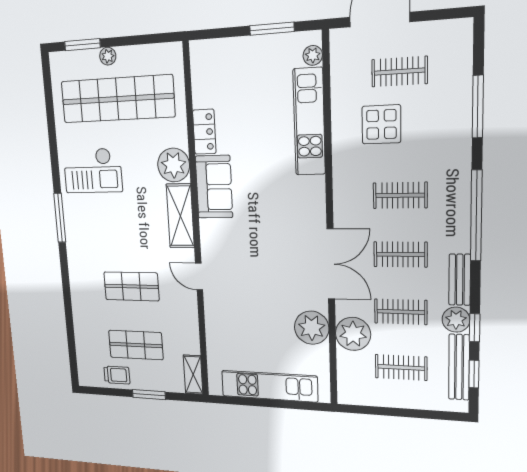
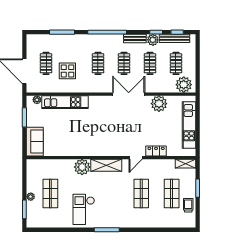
shop shelf: (117, 99) -> (50, 193), width x0.50, depth x0.74
locker: (204, 132) -> (156, 151), moved
checkout: (93, 171) -> (84, 209), turned 180
sofa: (214, 187) -> (35, 142), moved, turned 90
plant: (353, 334) -> (184, 85), moved

